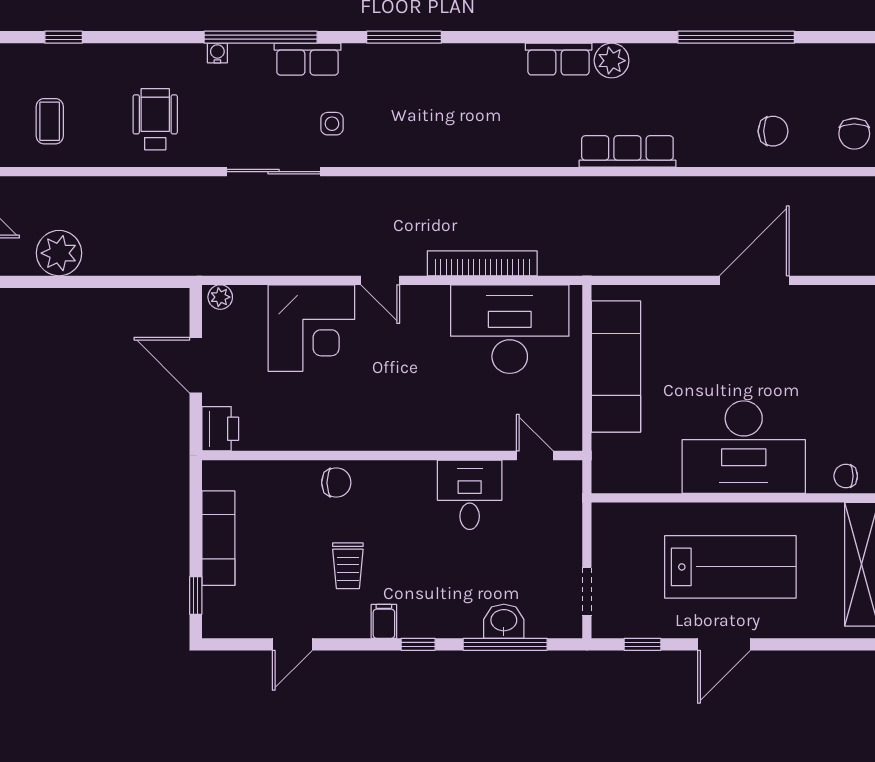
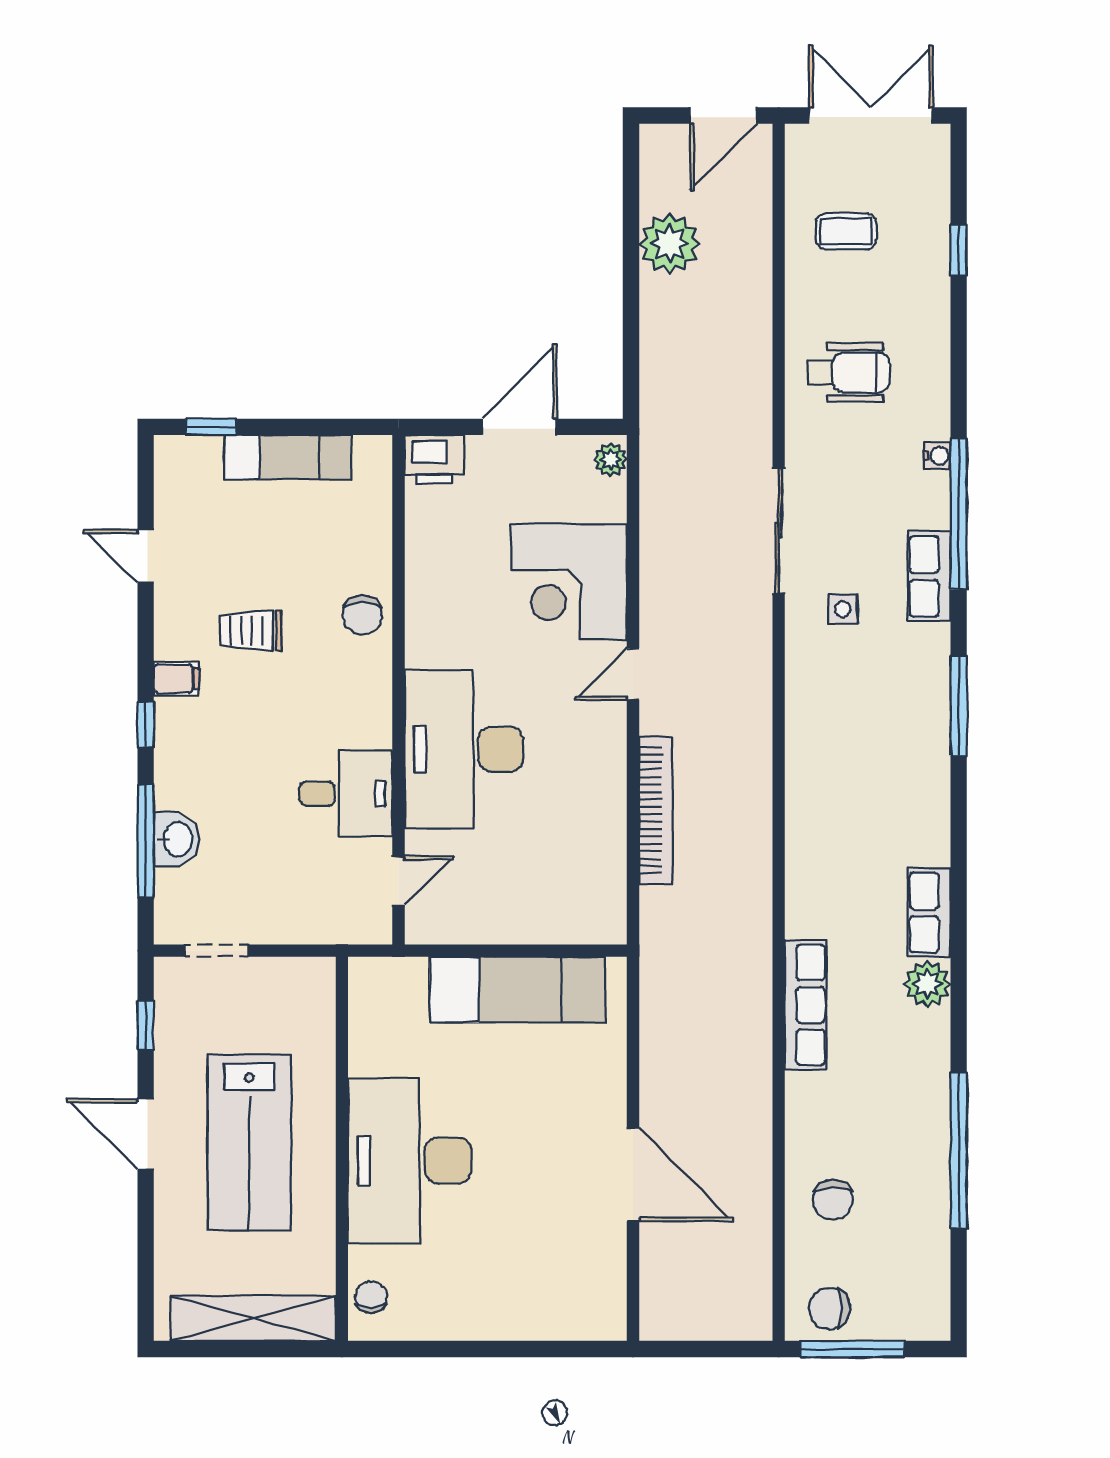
desk: (510, 329) -> (464, 749), moved, turned 180

